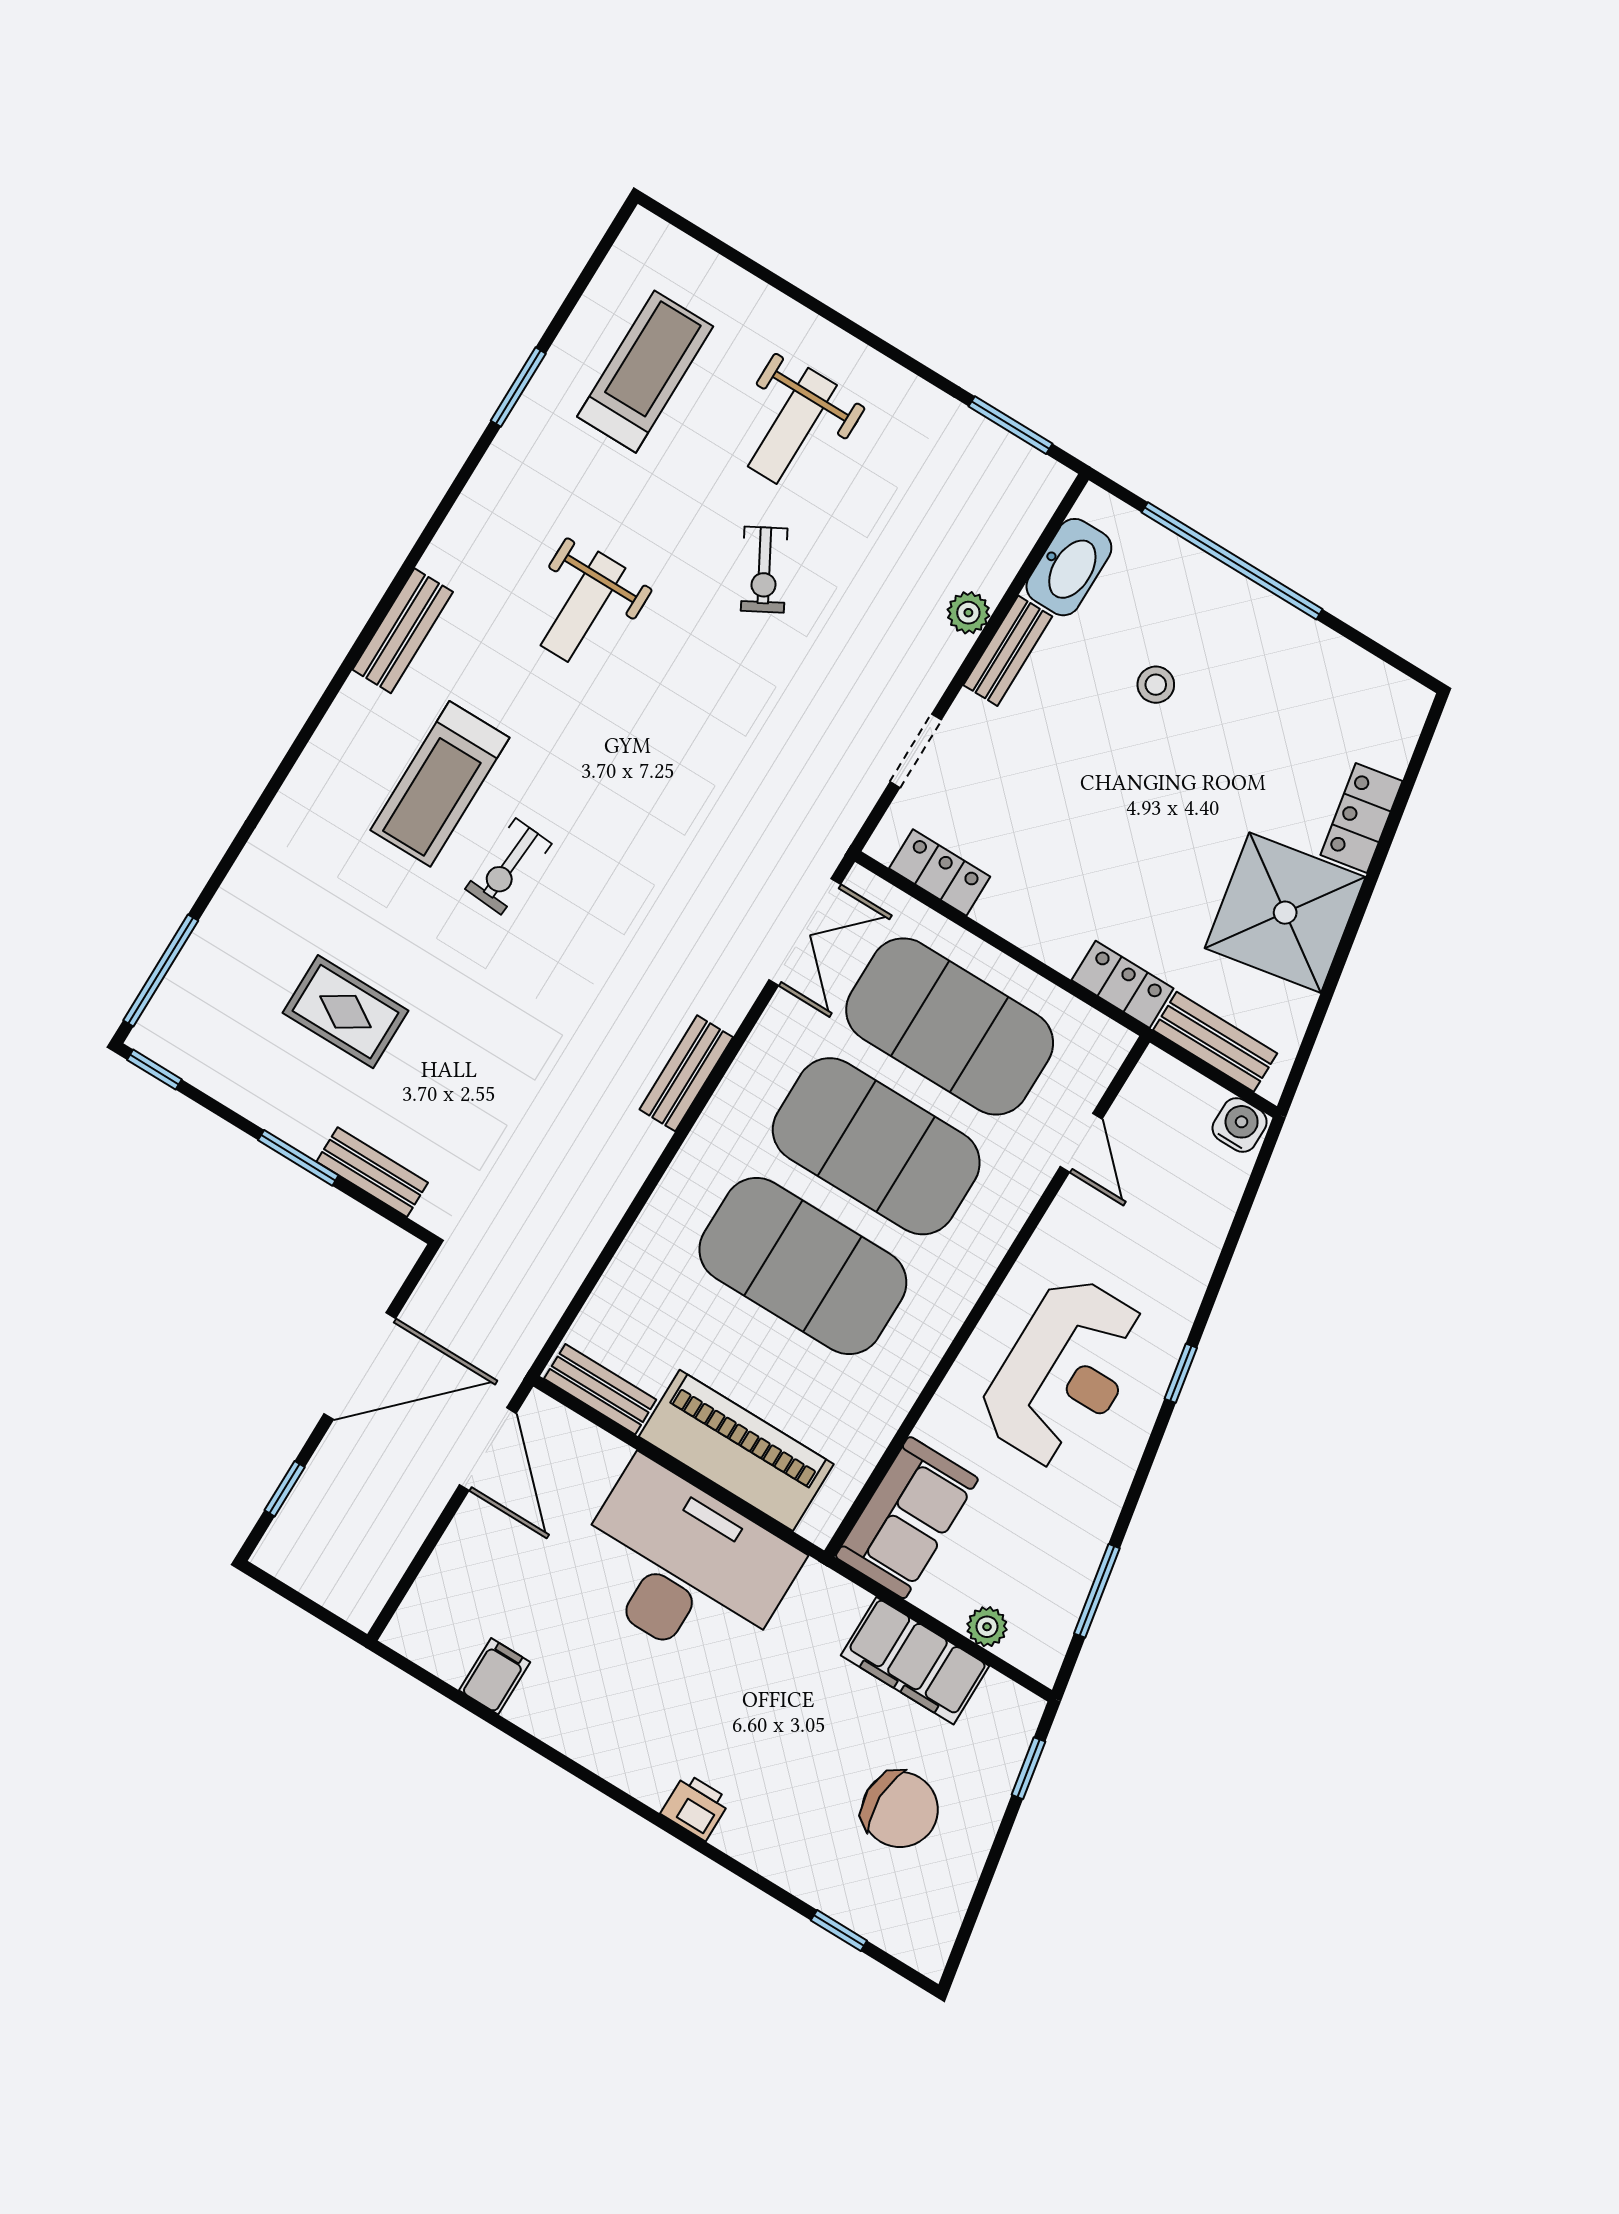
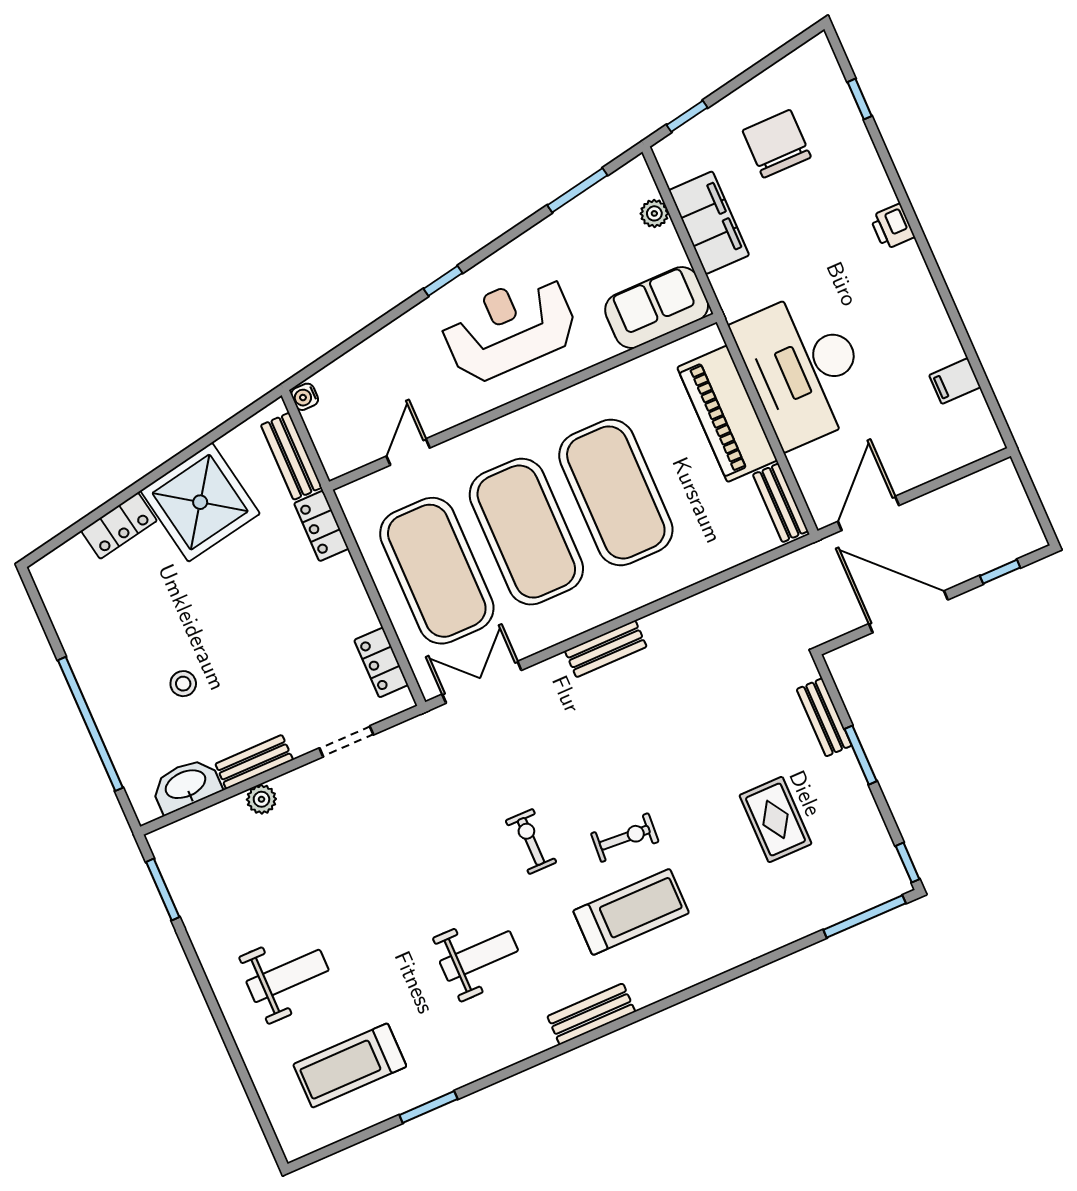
exercise bike: (764, 570) -> (531, 841), moved, turned -61
water cooler: (1240, 1125) -> (305, 397), width x0.72, depth x0.72

